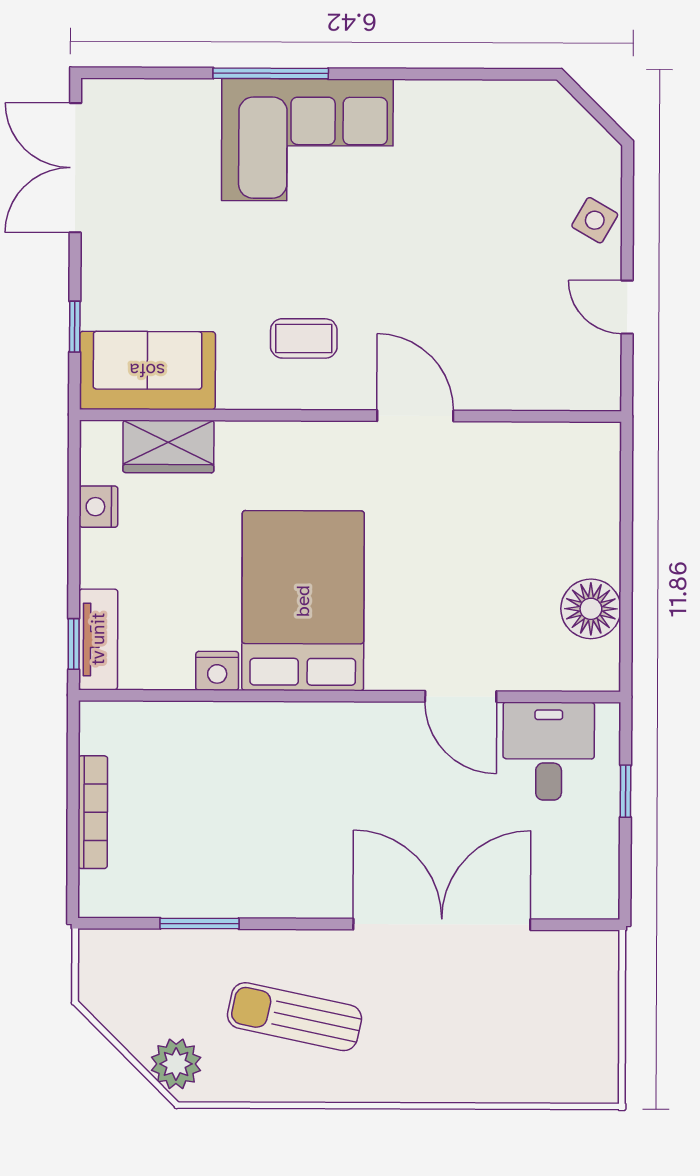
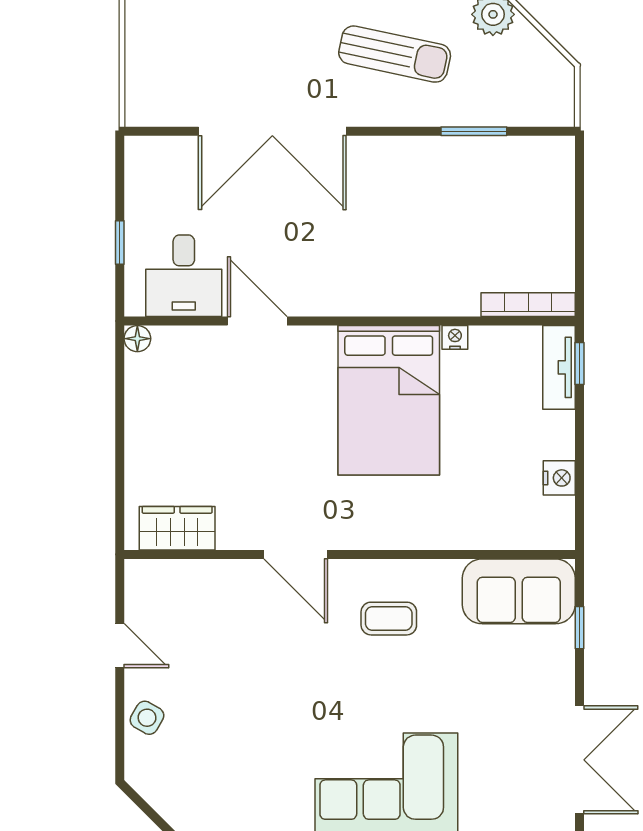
wardrobe: (168, 446) -> (177, 528), moved
floor lamp: (591, 609) -> (137, 339), moved, width x0.53, depth x0.53
nightstand: (217, 671) -> (455, 337), width x0.72, depth x0.74
bookcase: (93, 812) -> (528, 305), moved, turned 90

